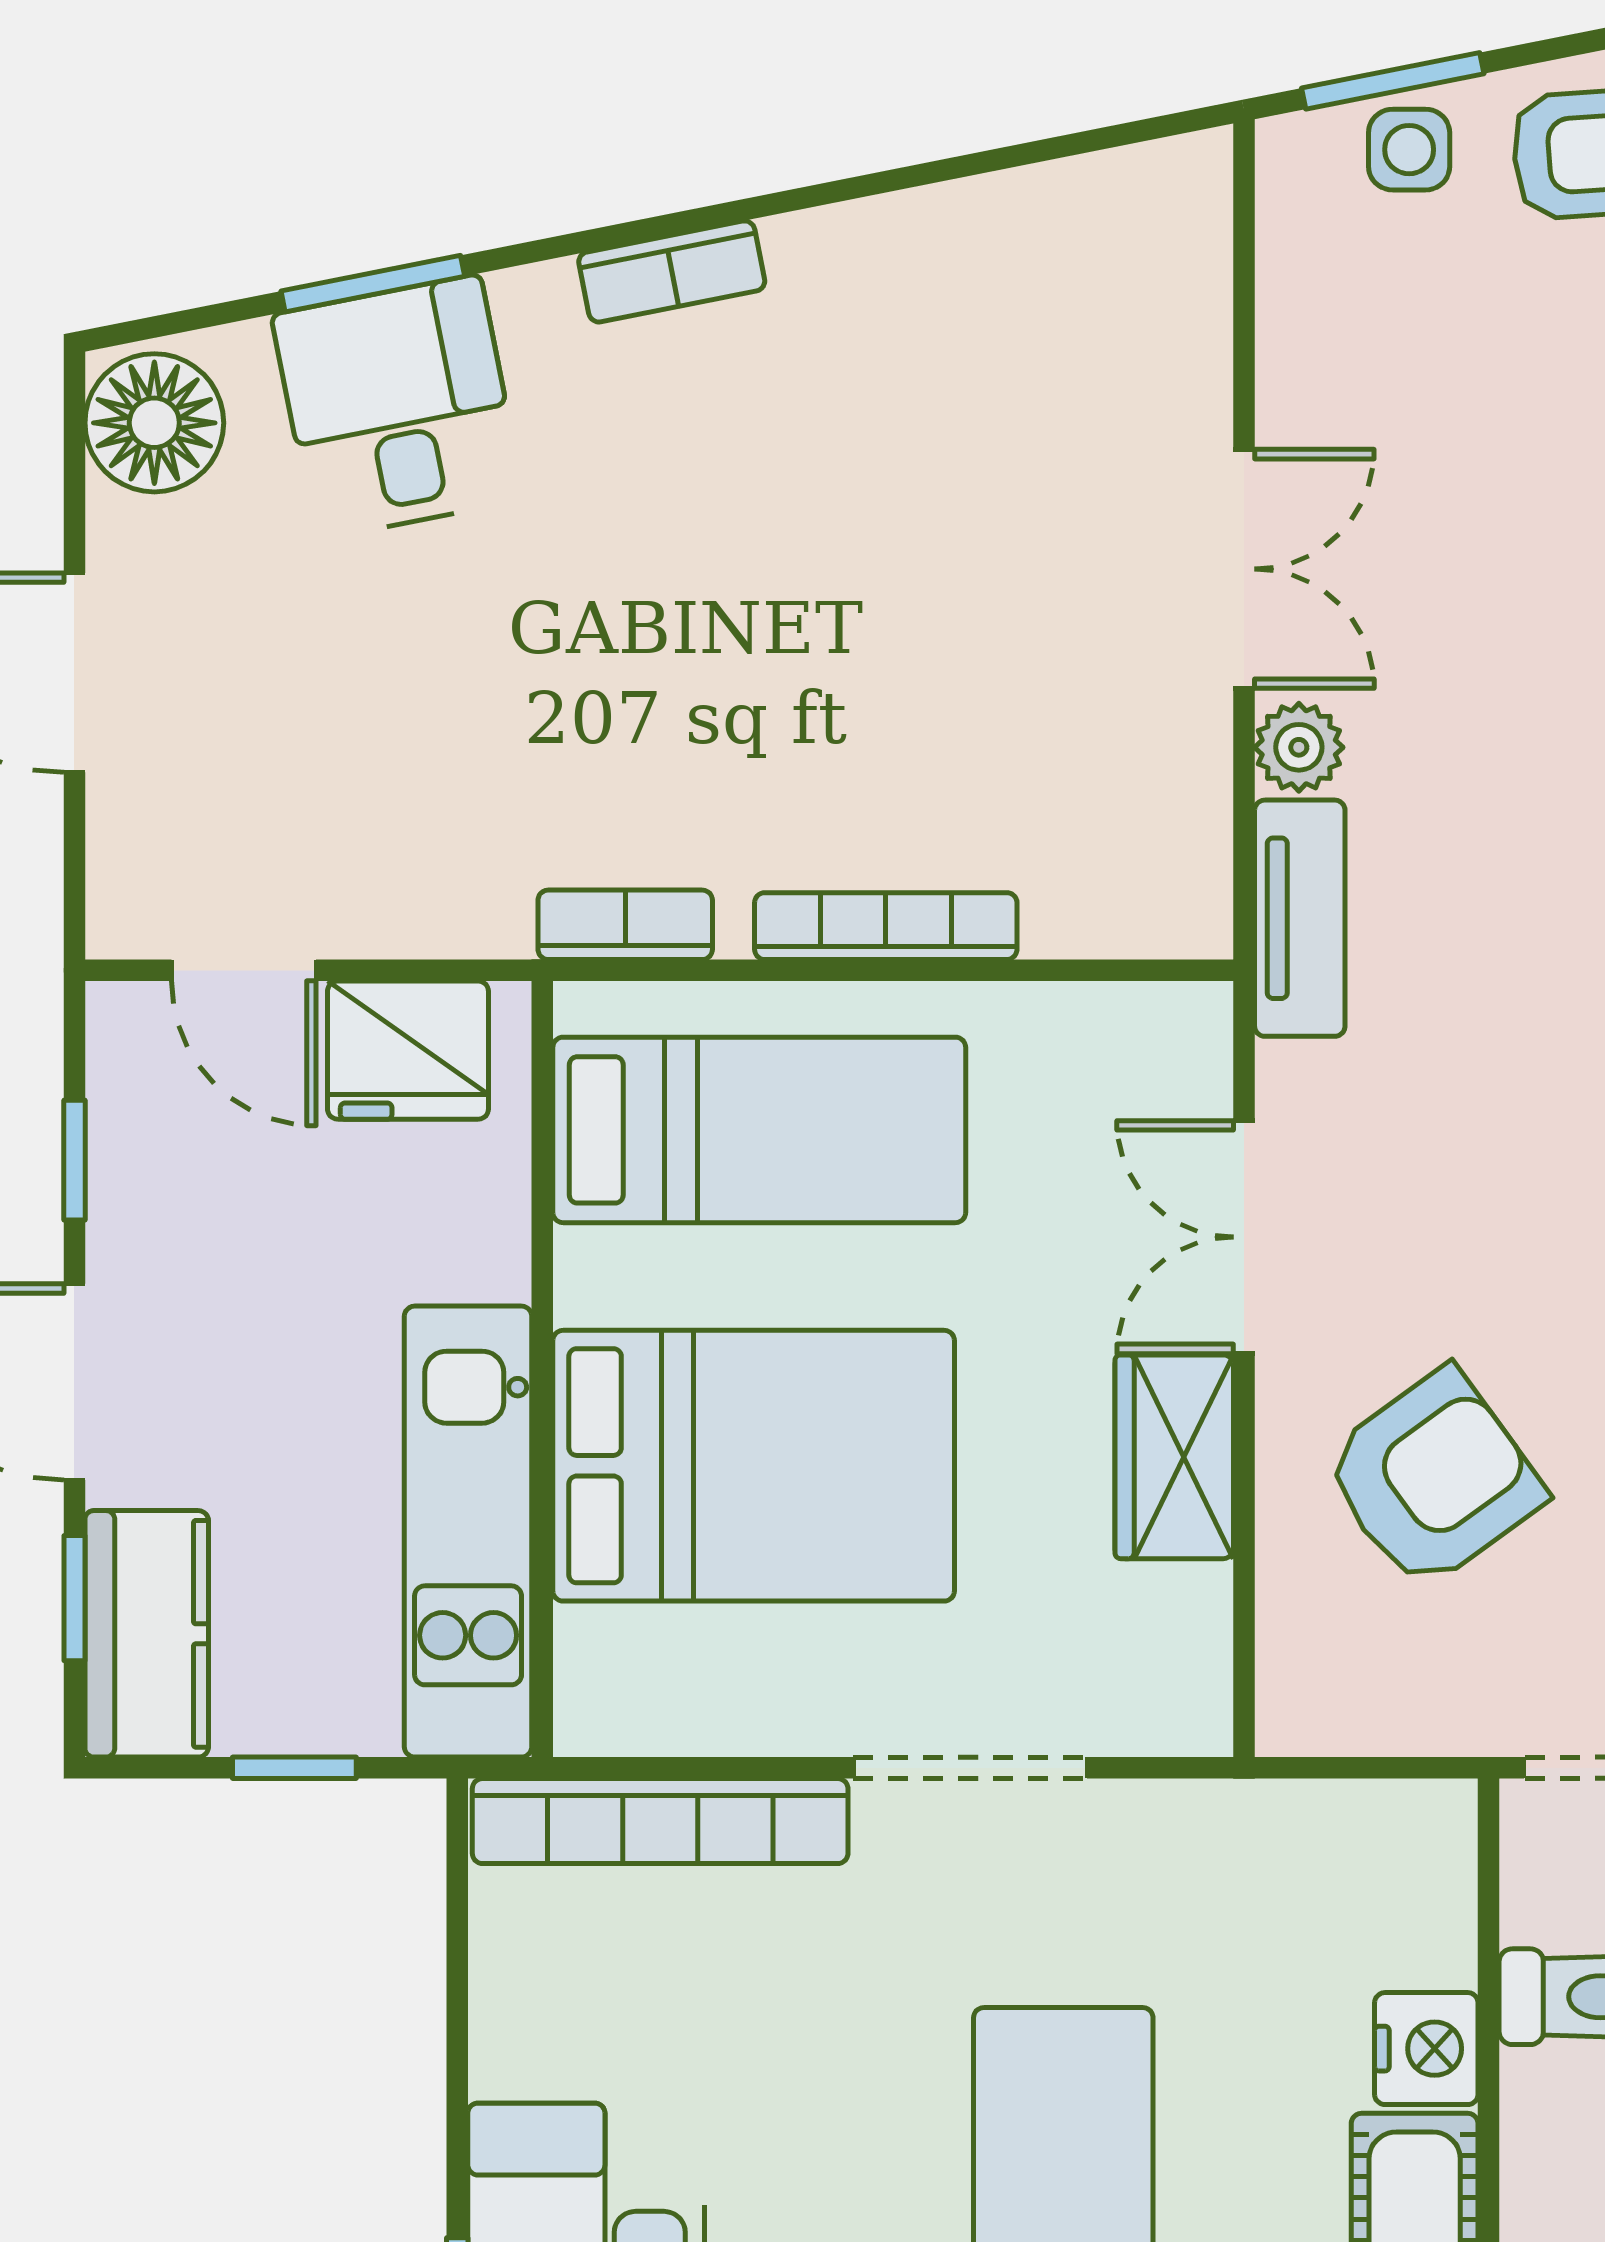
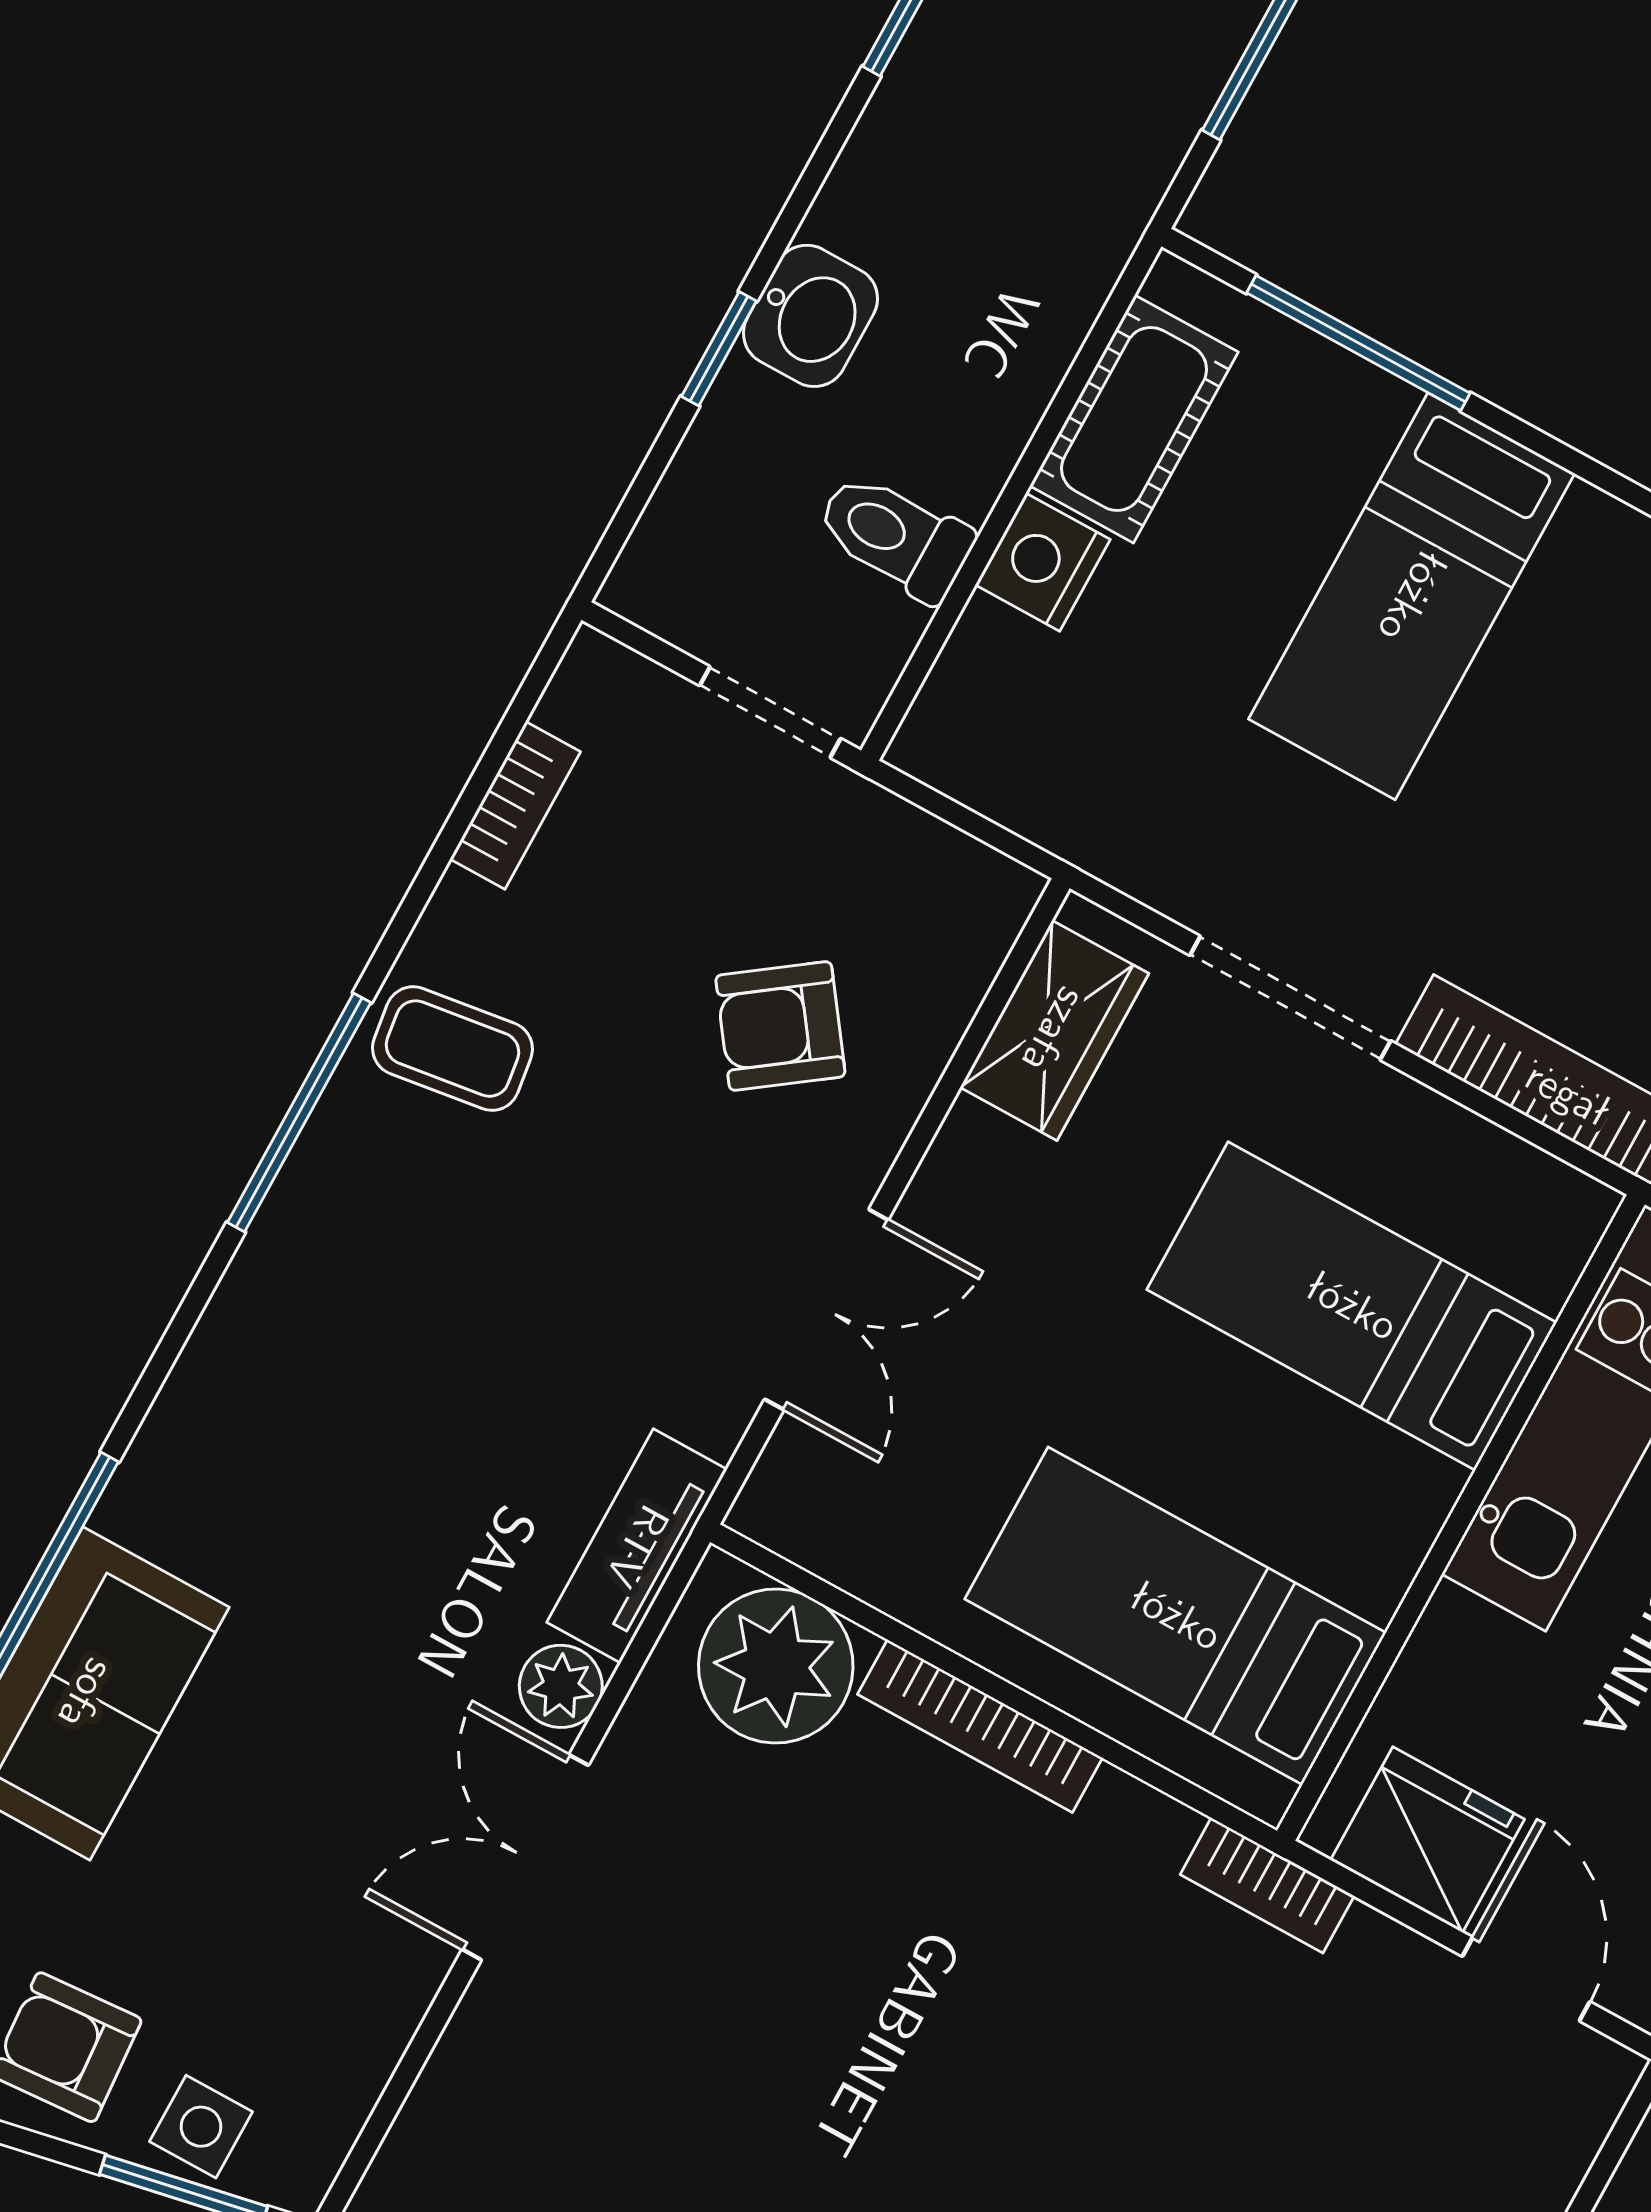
plant: (1108, 877) -> (776, 1666), added
bookcase: (625, 925) -> (1267, 1885), moved
wardrobe: (1174, 1457) -> (1054, 1030), moved
bed: (754, 1466) -> (1352, 1306), width x0.67
armchair: (1433, 1479) -> (780, 1026), width x0.72, depth x0.72

